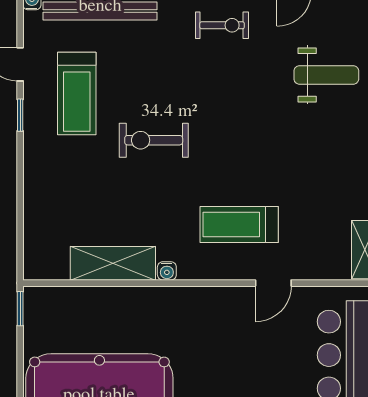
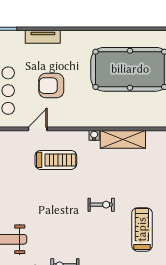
exercise bike: (154, 140) -> (101, 205), width x0.73, depth x0.72
armchair: (248, 365) -> (51, 86), added

